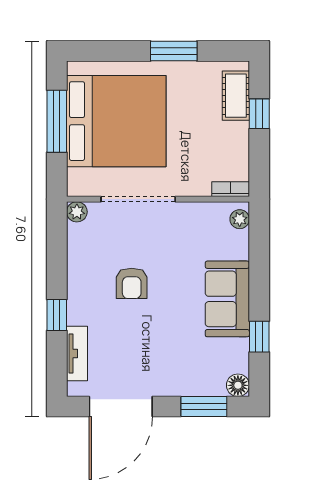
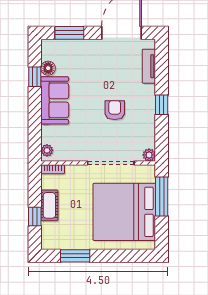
window: (174, 51) -> (75, 256), moved
cot: (236, 96) -> (49, 205), moved
window: (57, 121) -> (162, 196), moved
window: (57, 315) -> (162, 105), moved
floor lamp: (238, 385) -> (48, 68), moved

